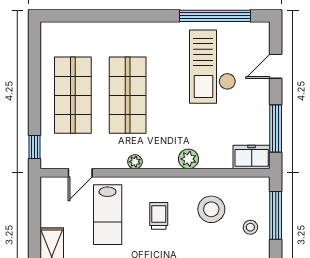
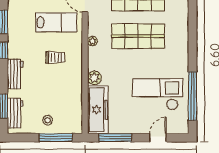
door: (276, 66) -> (158, 138), hinge flipped
freezer: (252, 157) -> (98, 110), width x1.91, depth x1.26
stool: (211, 209) -> (60, 94), removed
lab bench: (108, 215) -> (56, 22), turned 180

